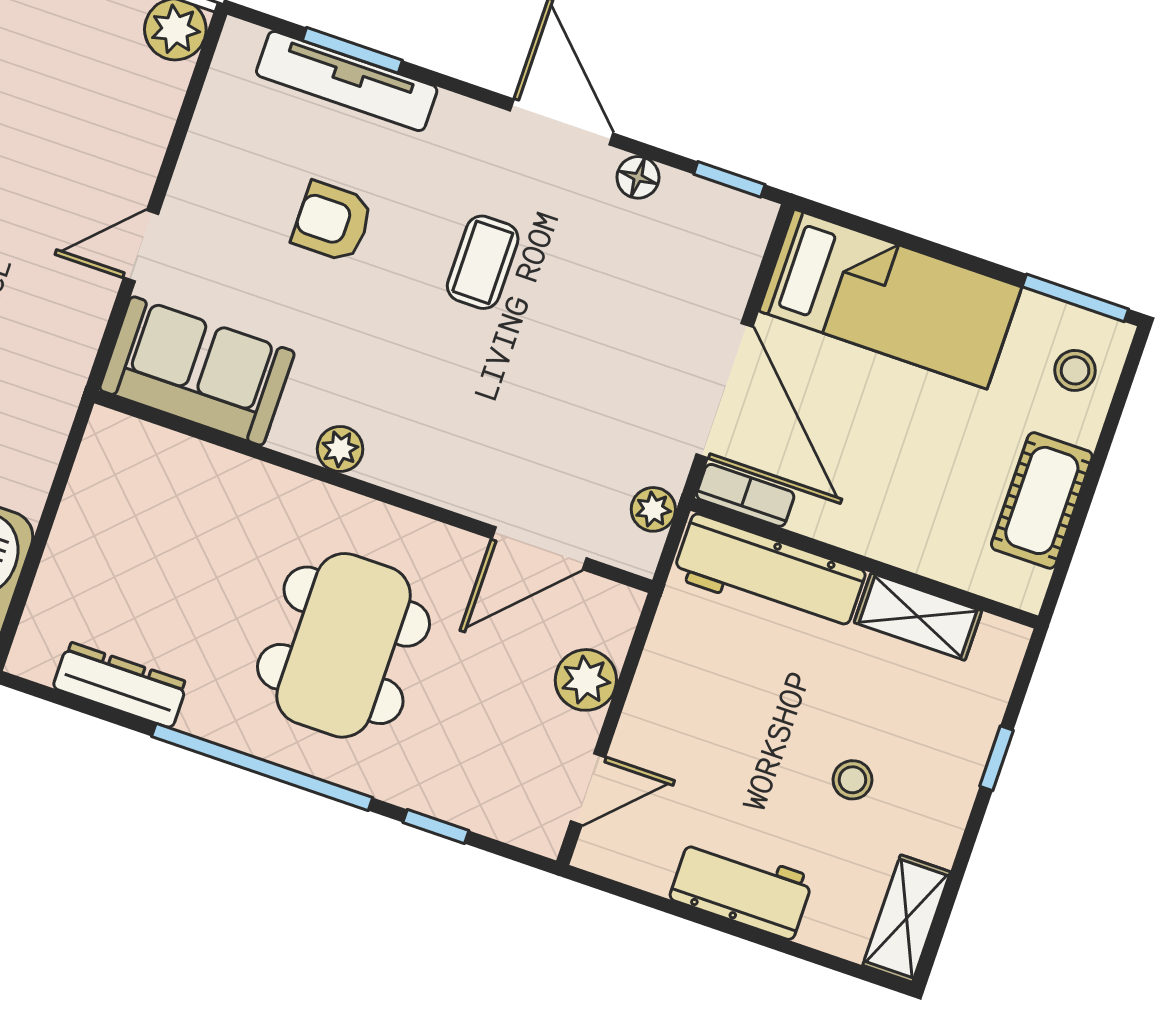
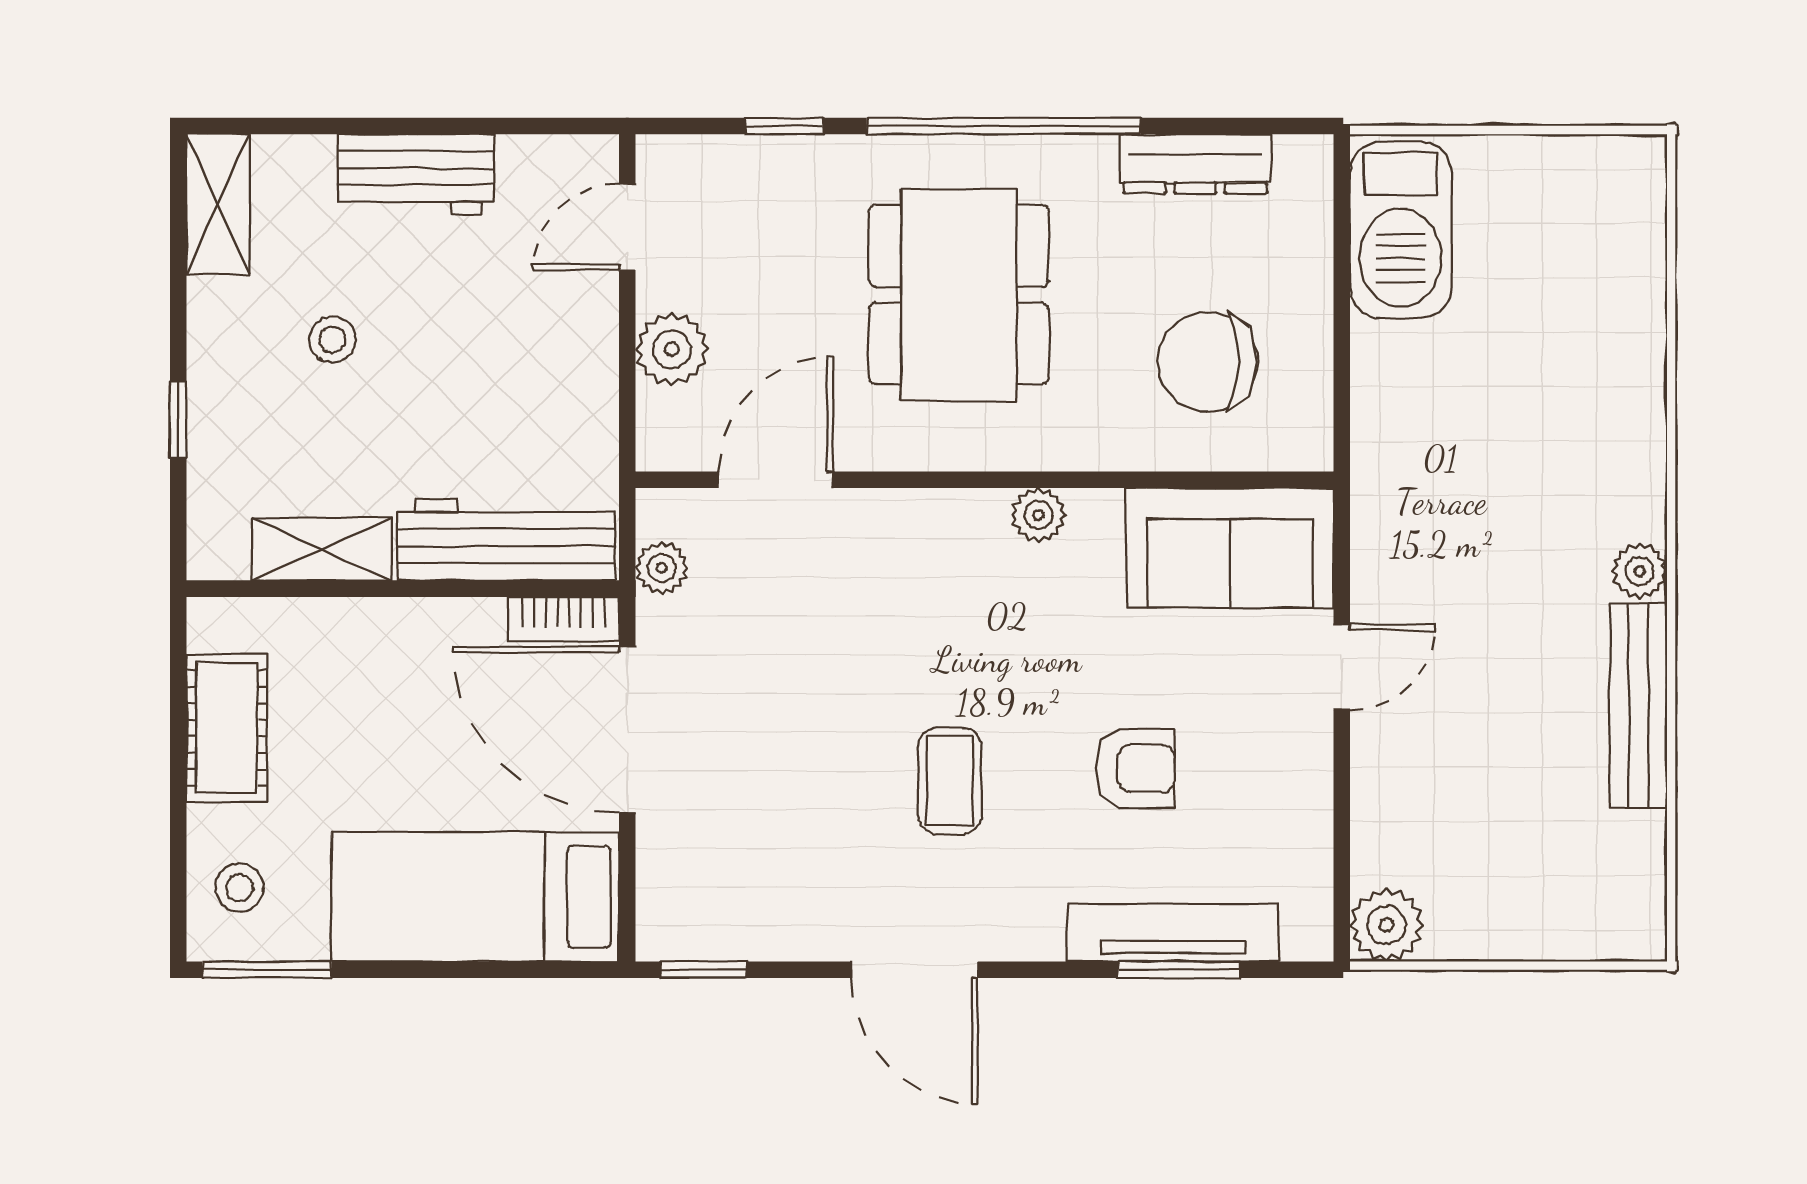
floor lamp: (638, 177) -> (807, 937), removed
chair: (164, 525) -> (1208, 362), added

